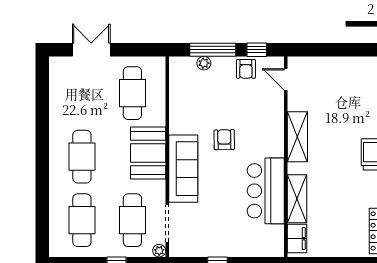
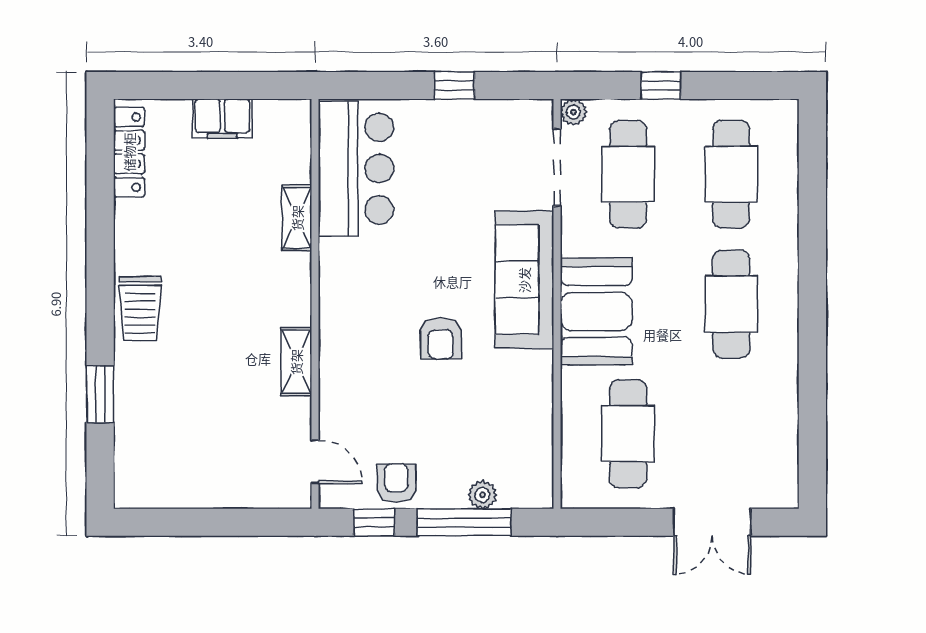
shelving: (297, 137) -> (296, 362), width x0.67, depth x0.75
bar counter: (266, 191) -> (356, 169), moved
shelving: (297, 199) -> (297, 218), width x0.67, depth x0.75
filing cabinet: (297, 239) -> (222, 119), moved, turned -90

